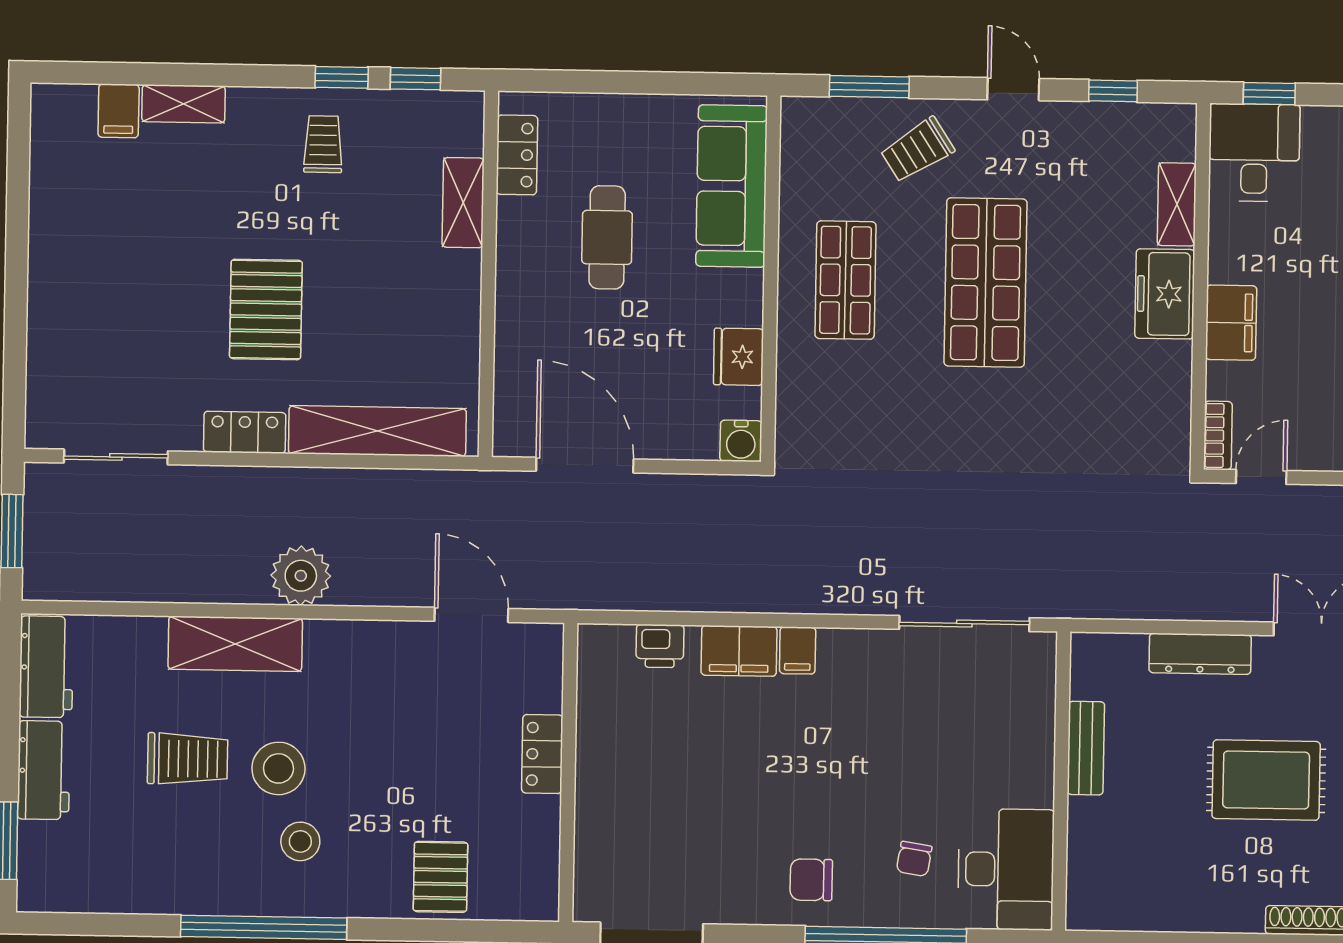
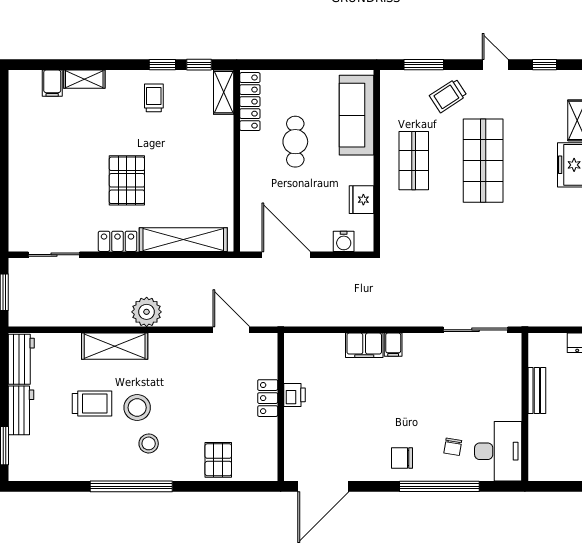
locker: (517, 155) -> (250, 102), width x1.53
shelving: (463, 203) -> (224, 92), moved
water cooler: (741, 441) -> (344, 241), moved
printer: (660, 646) -> (294, 395), moved, turned -90

